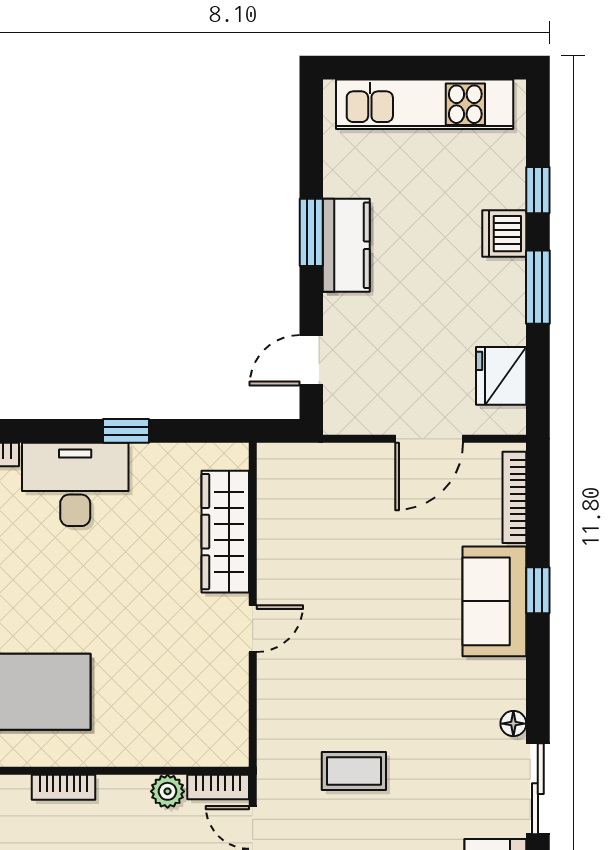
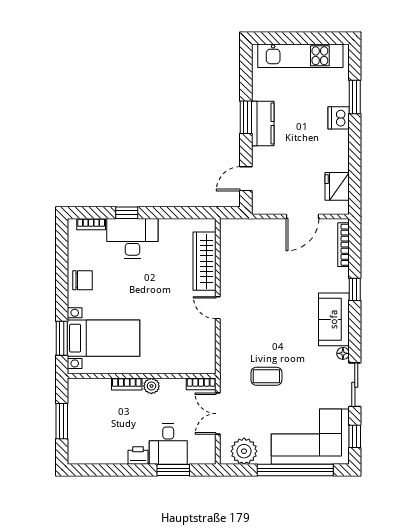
window: (538, 190) -> (355, 97), width x1.50
window: (538, 287) -> (355, 144), removed
window: (126, 431) -> (127, 213), moved
sofa: (494, 601) -> (334, 319), moved
door: (253, 629) -> (218, 308), swing flipped
plant: (168, 791) -> (151, 386), moved

